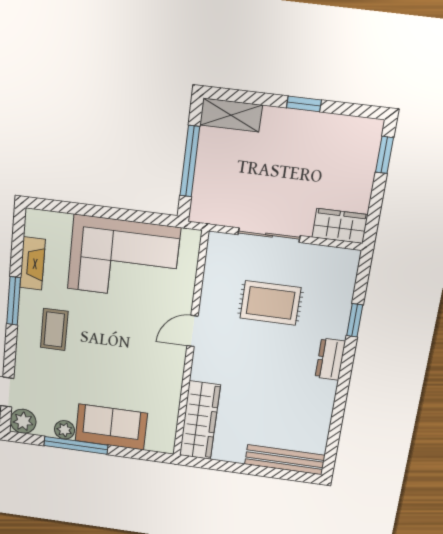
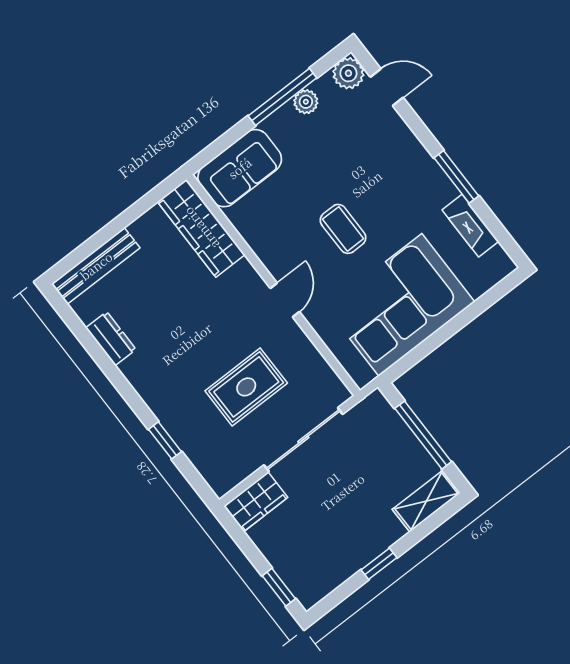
sliding door: (269, 235) -> (303, 440), width x1.37
coffee table: (54, 329) -> (343, 229), moved
dresser: (330, 359) -> (111, 339), moved
sofa: (111, 427) -> (240, 168), moved

